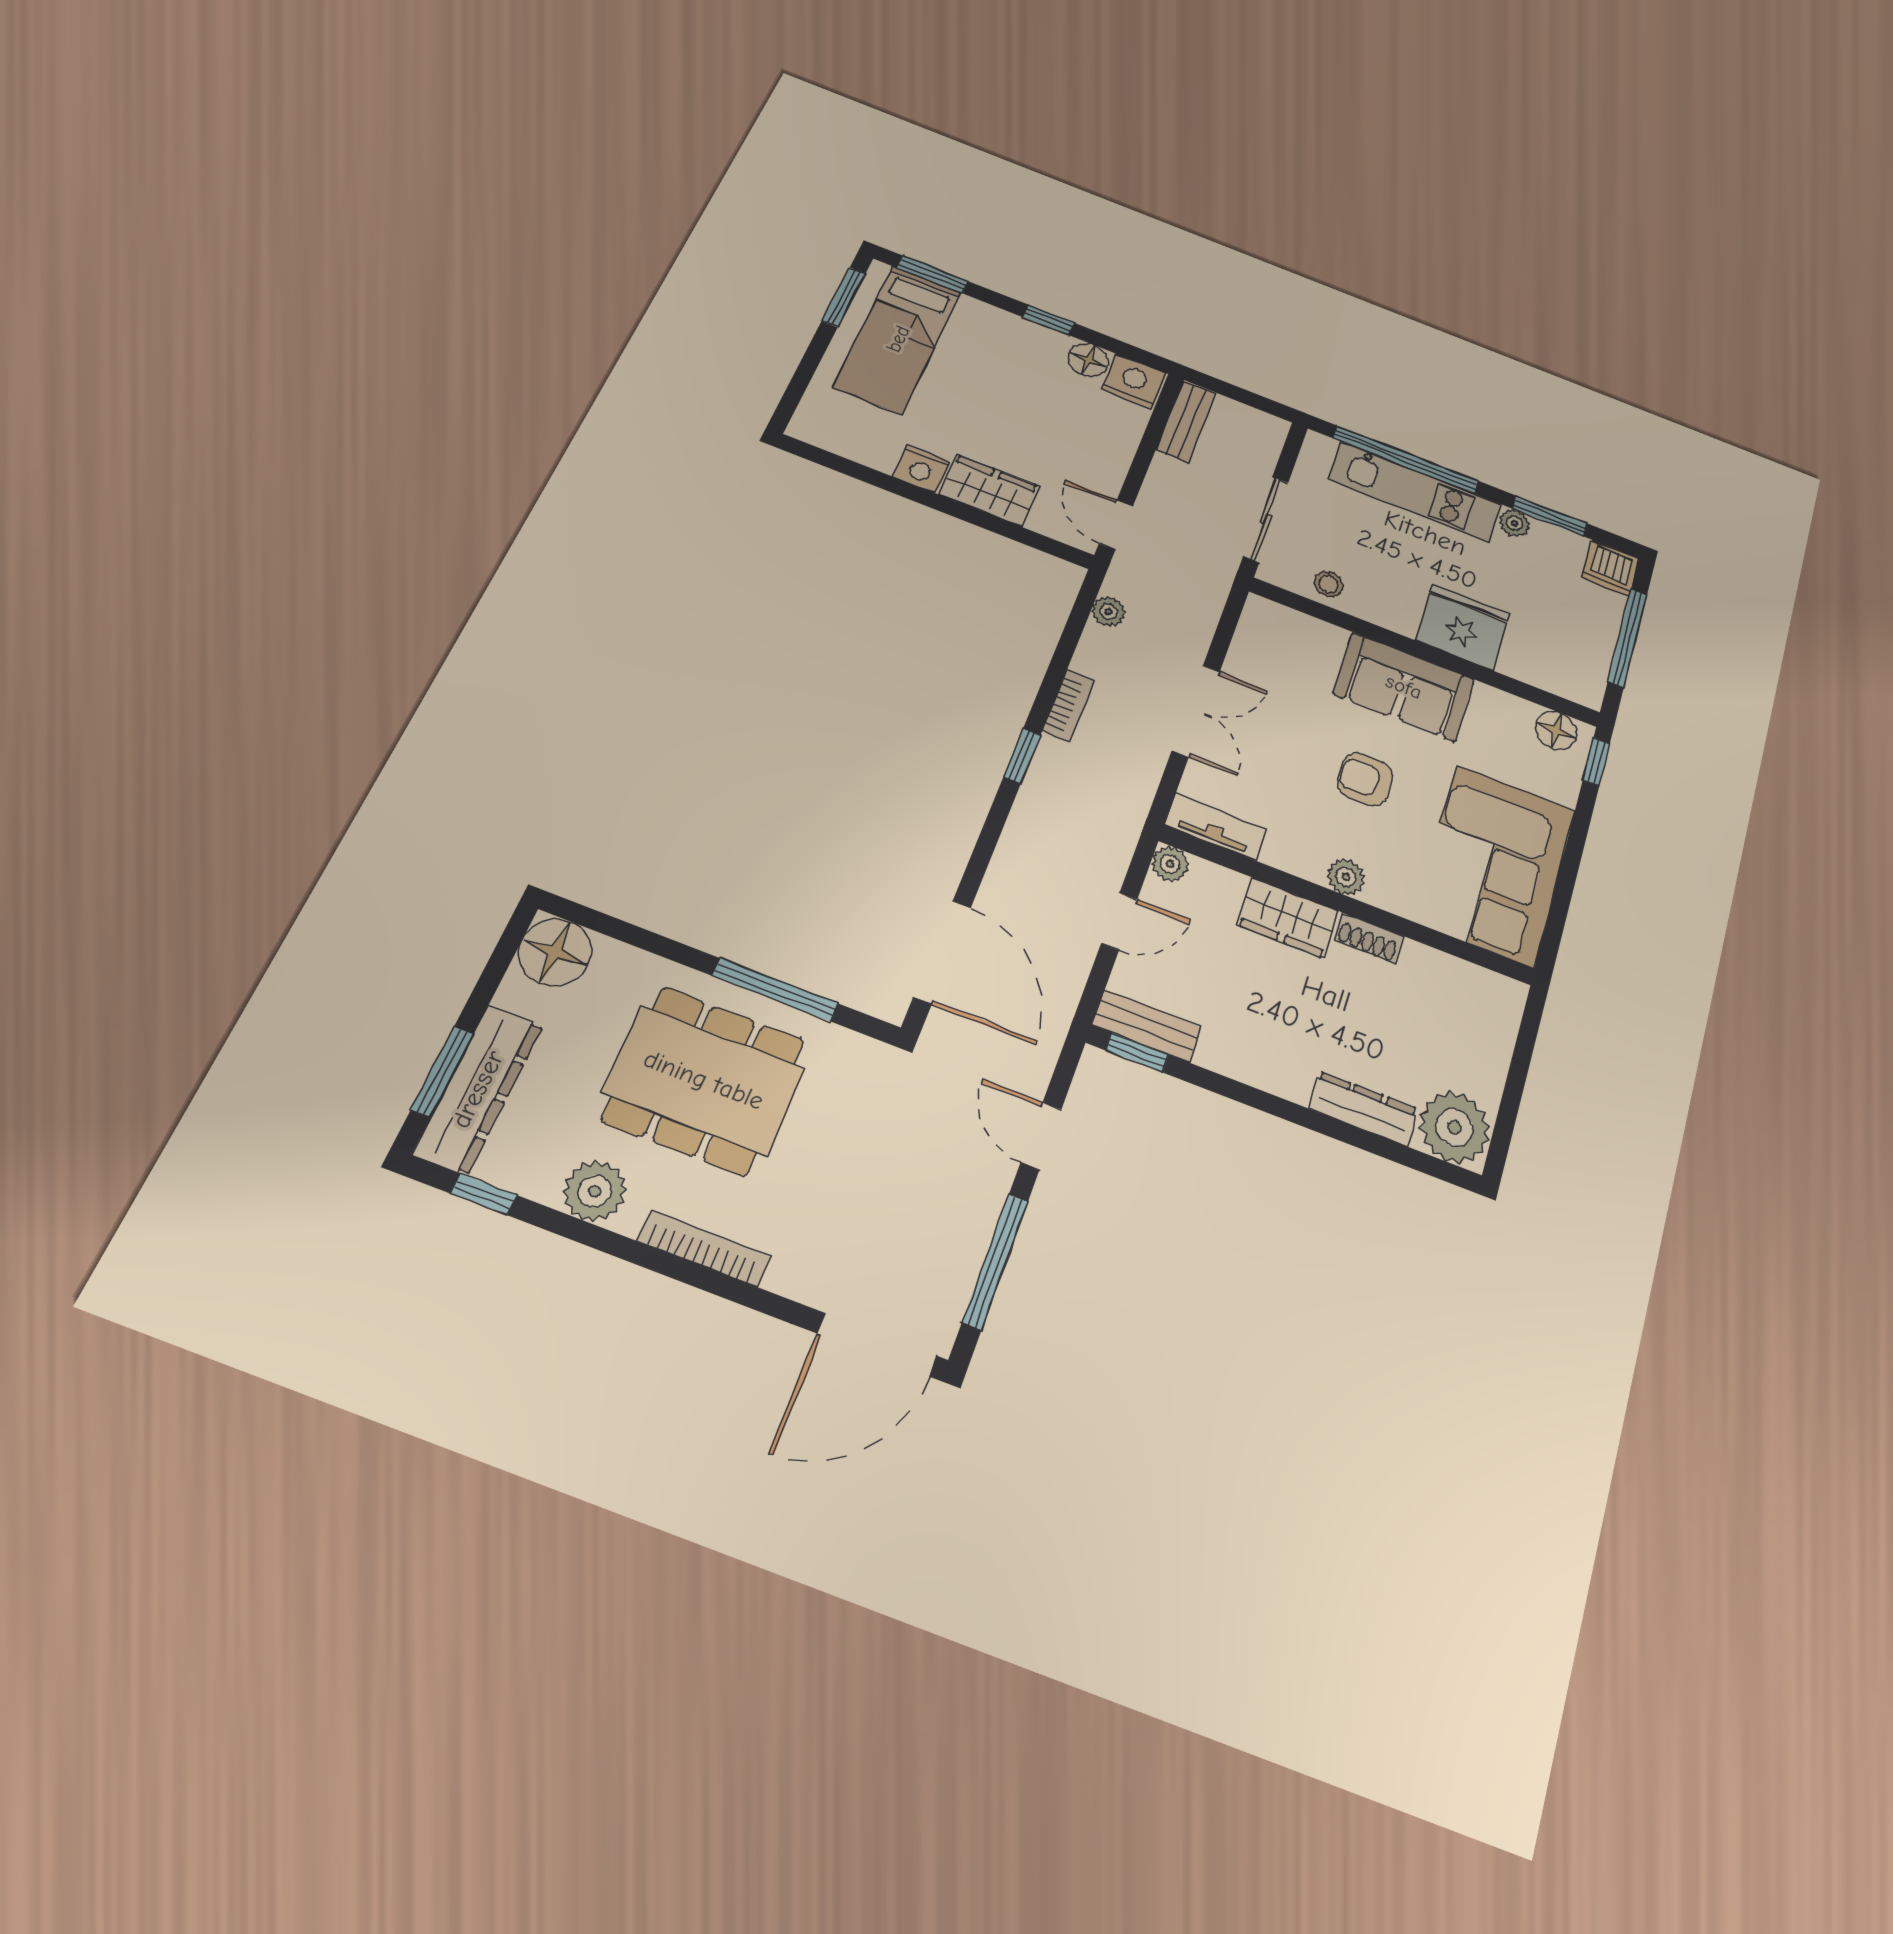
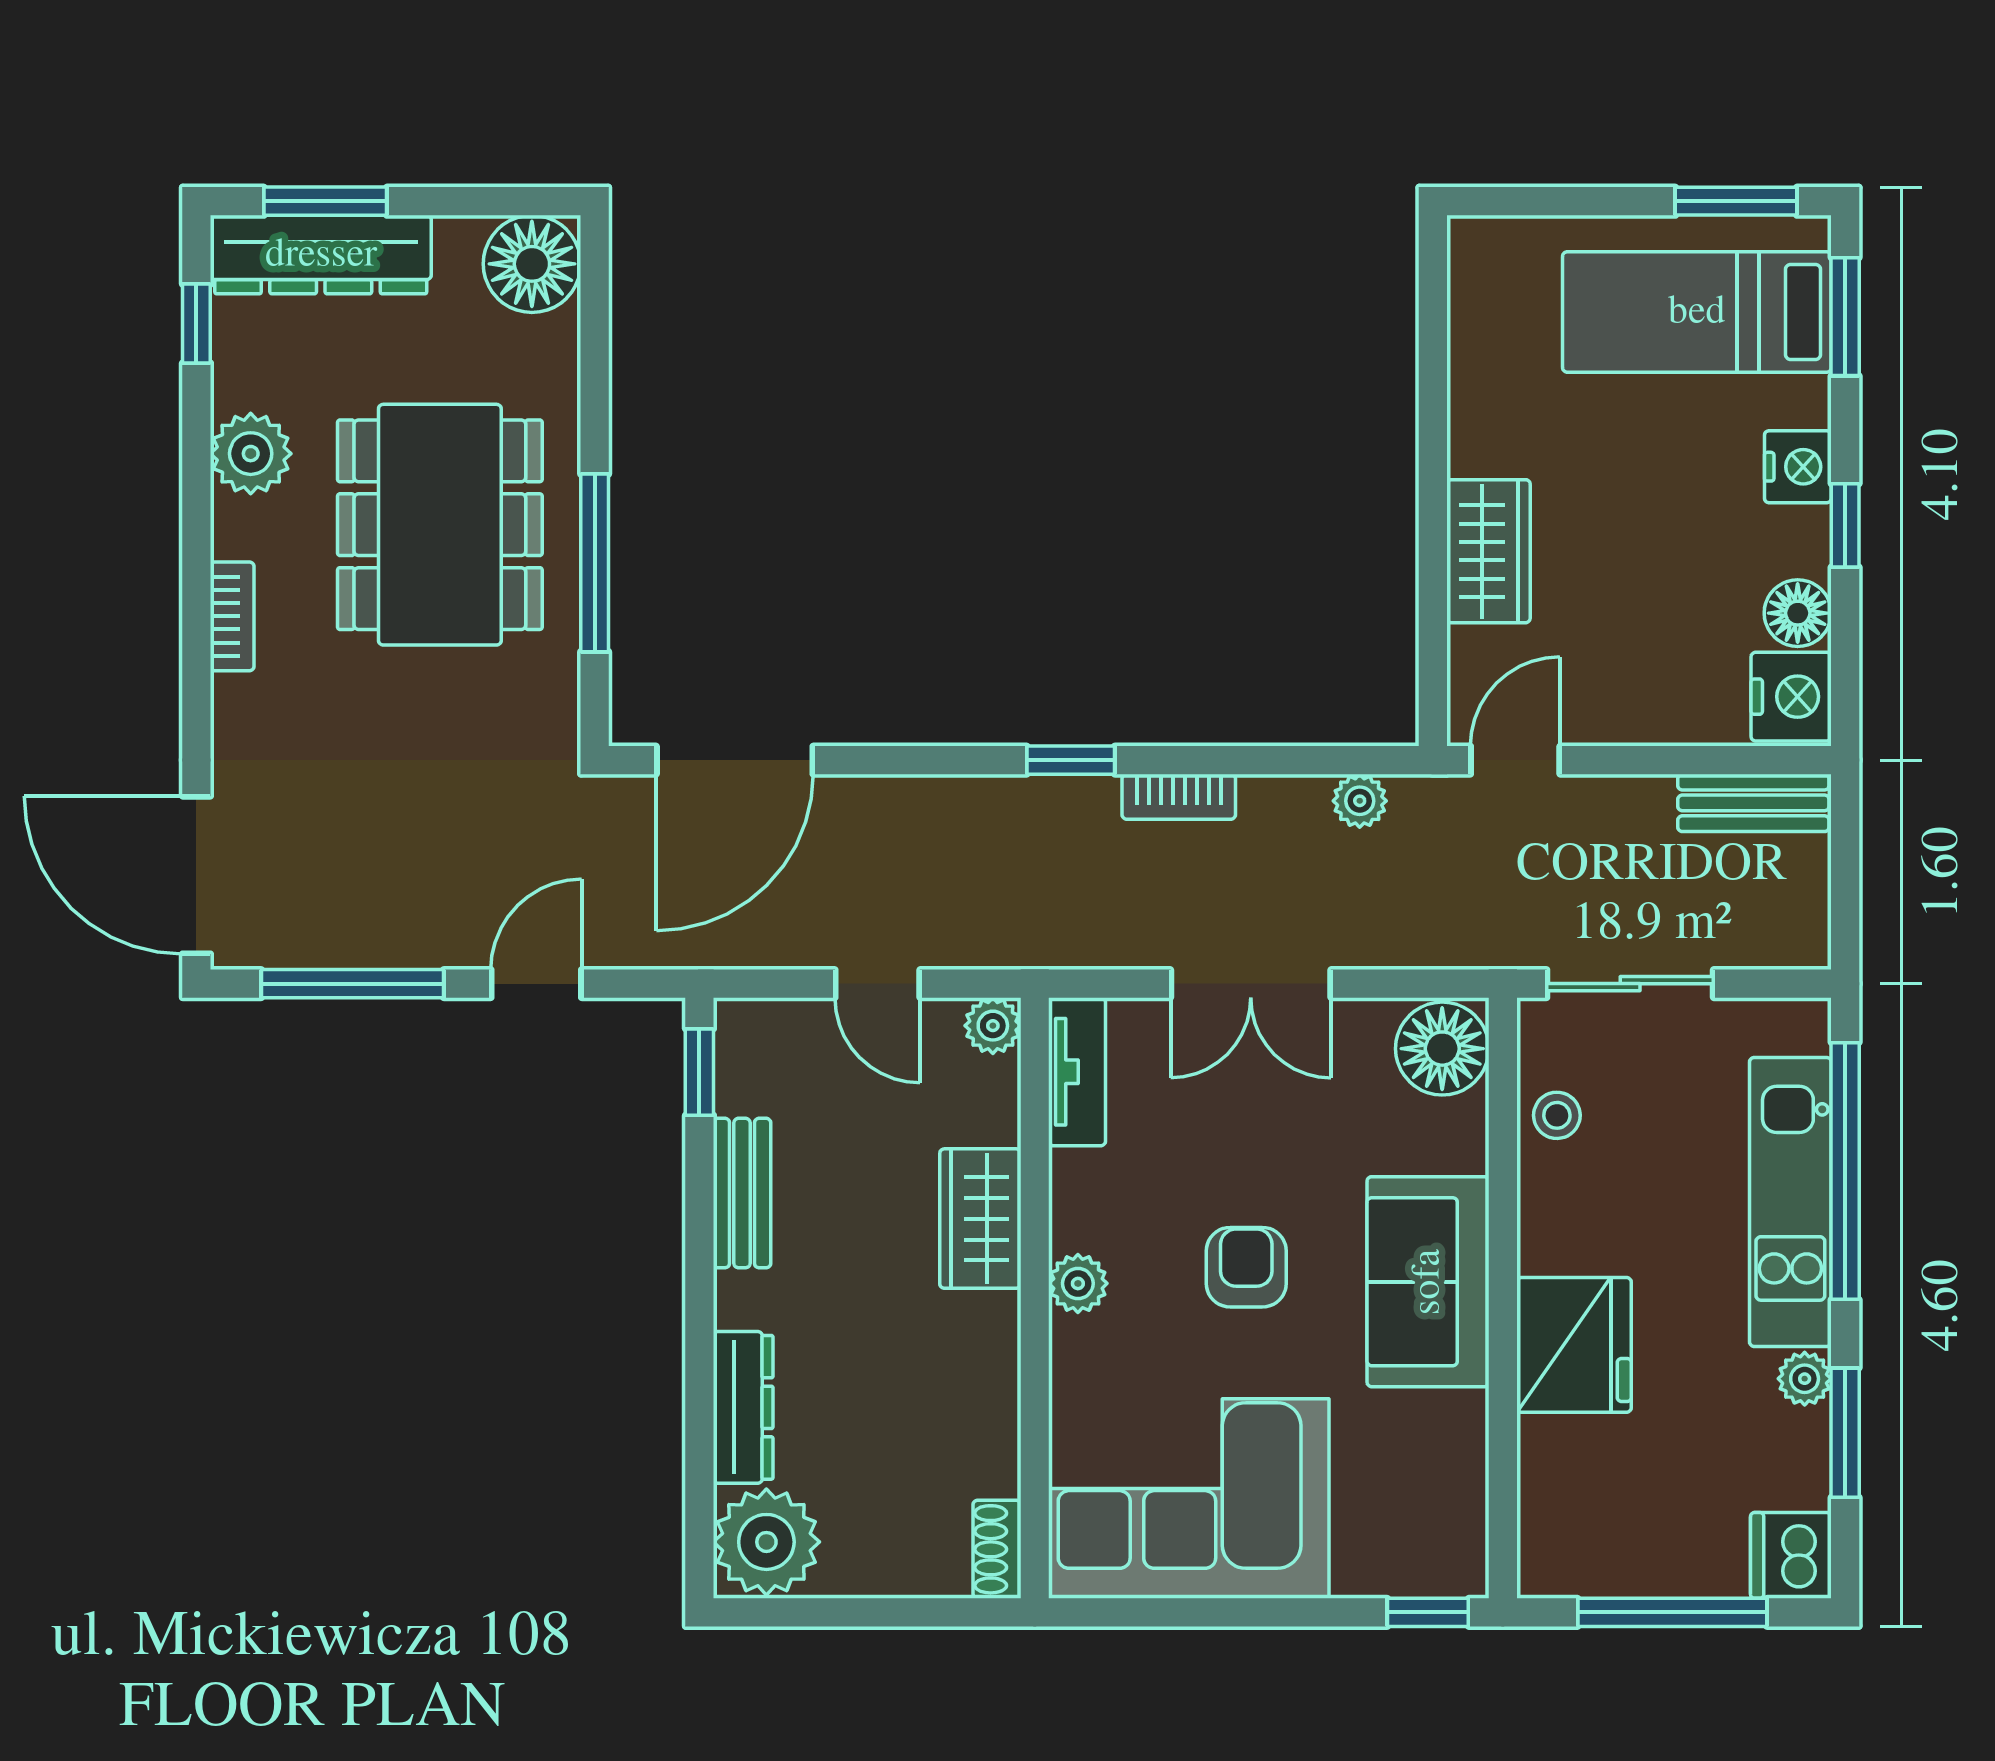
nightstand: (921, 469) -> (1798, 467), moved, turned 180
floor lamp: (1556, 730) -> (1442, 1049), moved, width x1.38, depth x1.38
shoe rack: (1368, 938) -> (997, 1549), moved
bench: (1147, 1026) -> (742, 1193), moved
bookcase: (704, 1248) -> (232, 616), width x0.64

